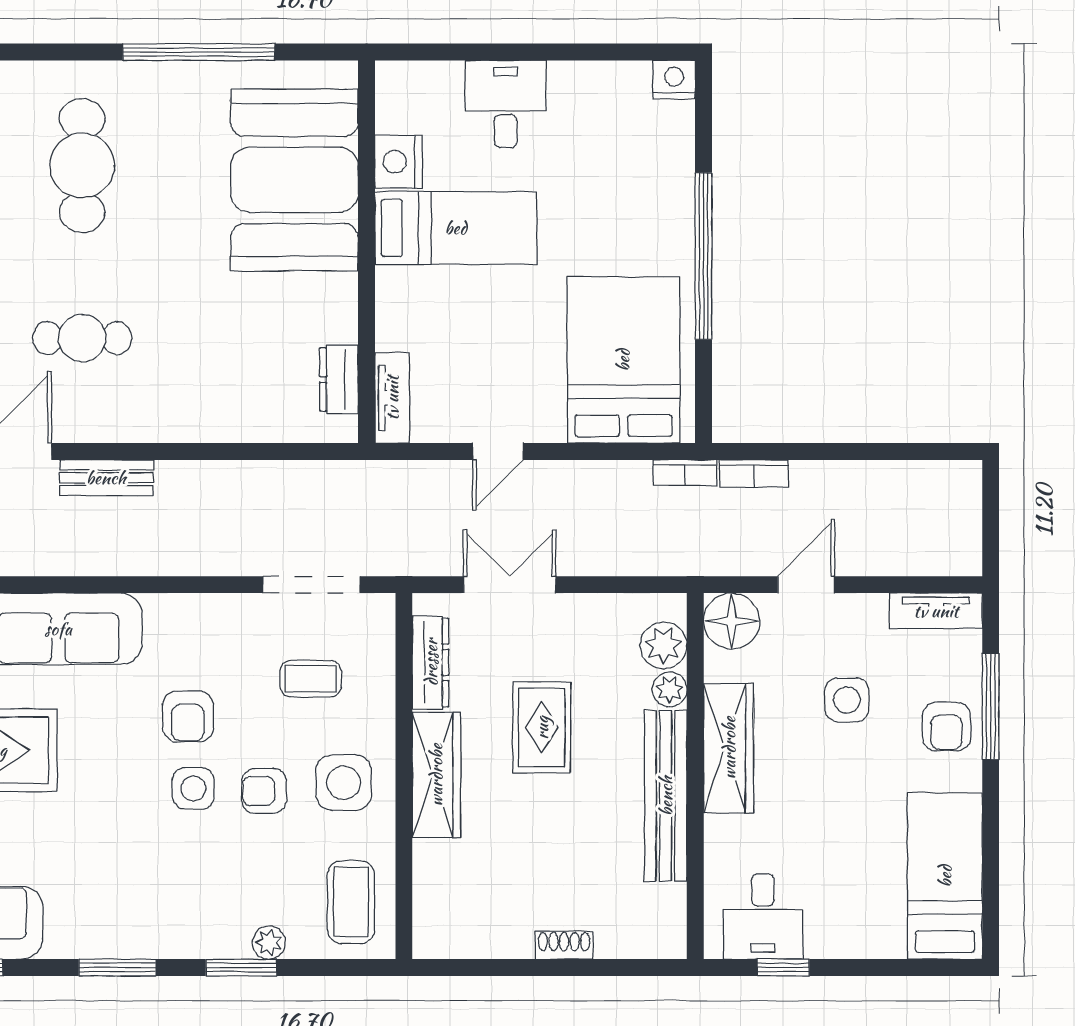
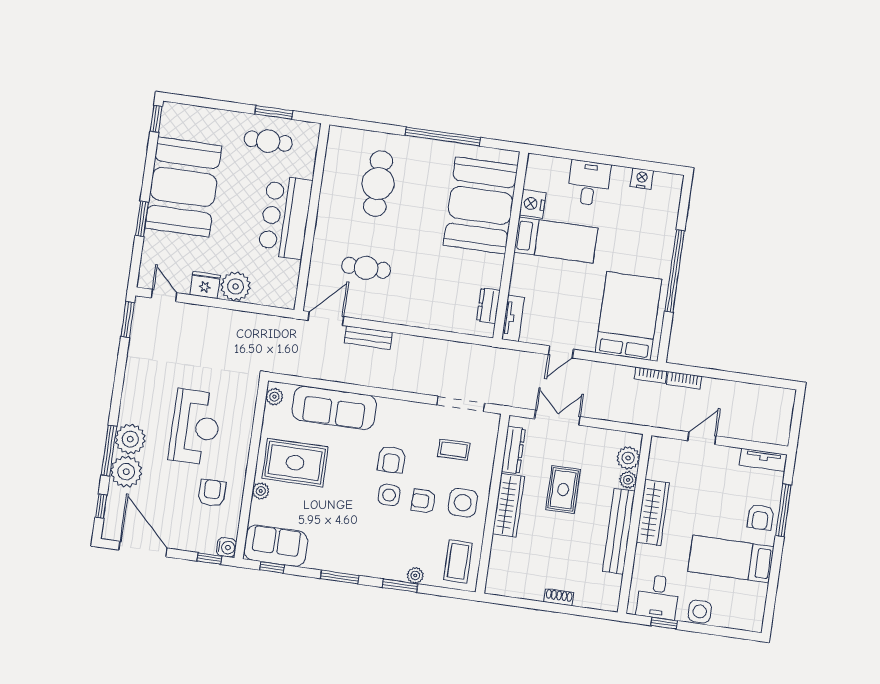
nightstand: (674, 80) -> (642, 179), moved
floor lamp: (732, 621) -> (663, 451), removed
side table: (847, 700) -> (700, 611), moved
bed: (945, 876) -> (731, 559), moved, turned -90

